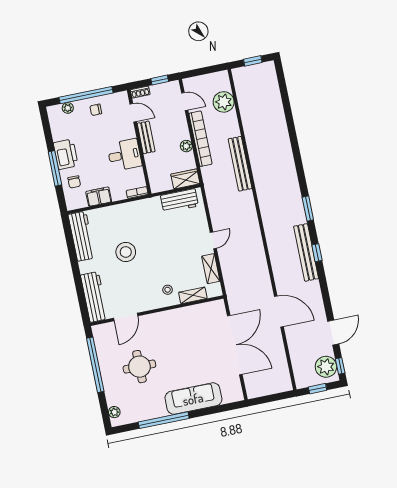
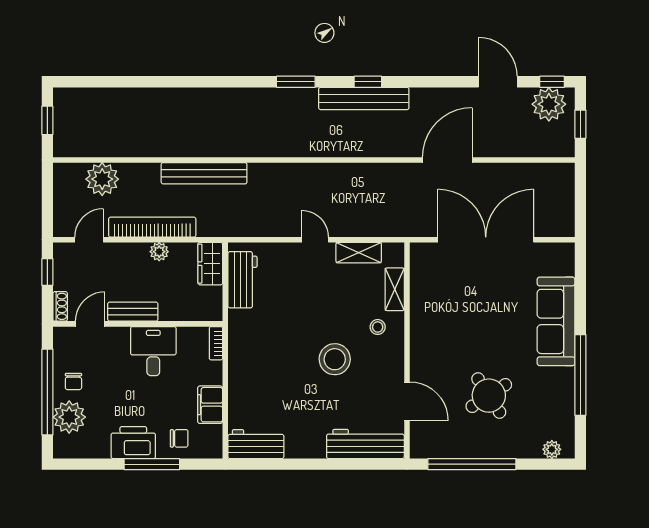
plant: (68, 108) -> (69, 417), width x1.87, depth x1.87
workbench: (82, 236) -> (256, 444), width x0.73
stool: (126, 252) -> (335, 359), moved
round table: (139, 367) -> (489, 396), turned -33

